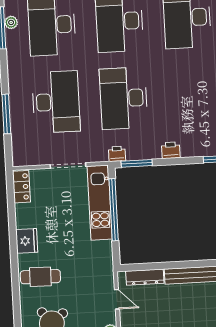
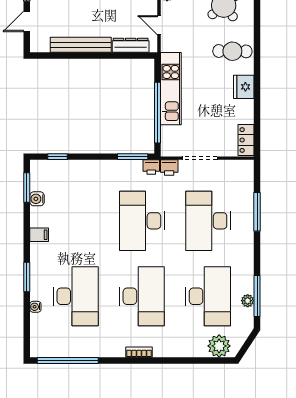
desk: (124, 98) -> (142, 221), turned 180
printer: (171, 150) -> (169, 168), moved
kitchen unit: (100, 203) -> (171, 89), moved

